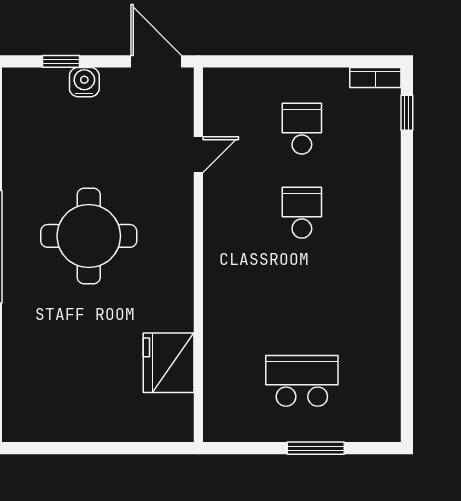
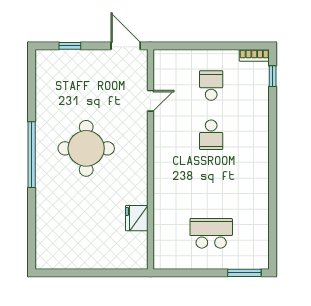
water cooler: (84, 82) -> (84, 58), removed
school desk: (302, 213) -> (211, 135), turned 180
fridge: (169, 363) -> (137, 218), width x0.73, depth x0.75
window: (316, 448) -> (244, 273), moved

